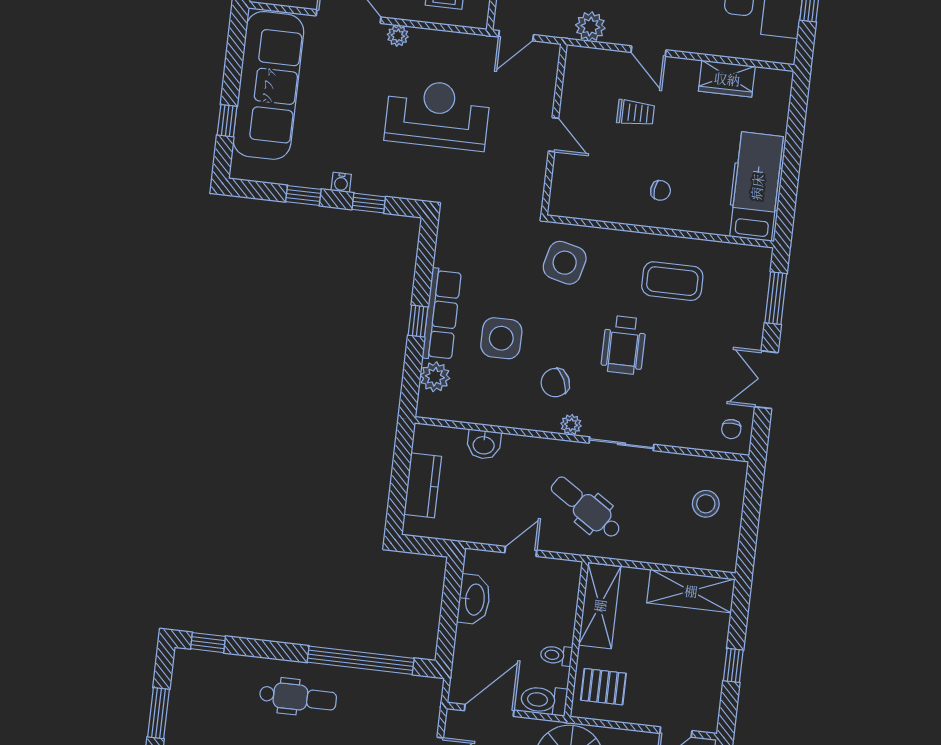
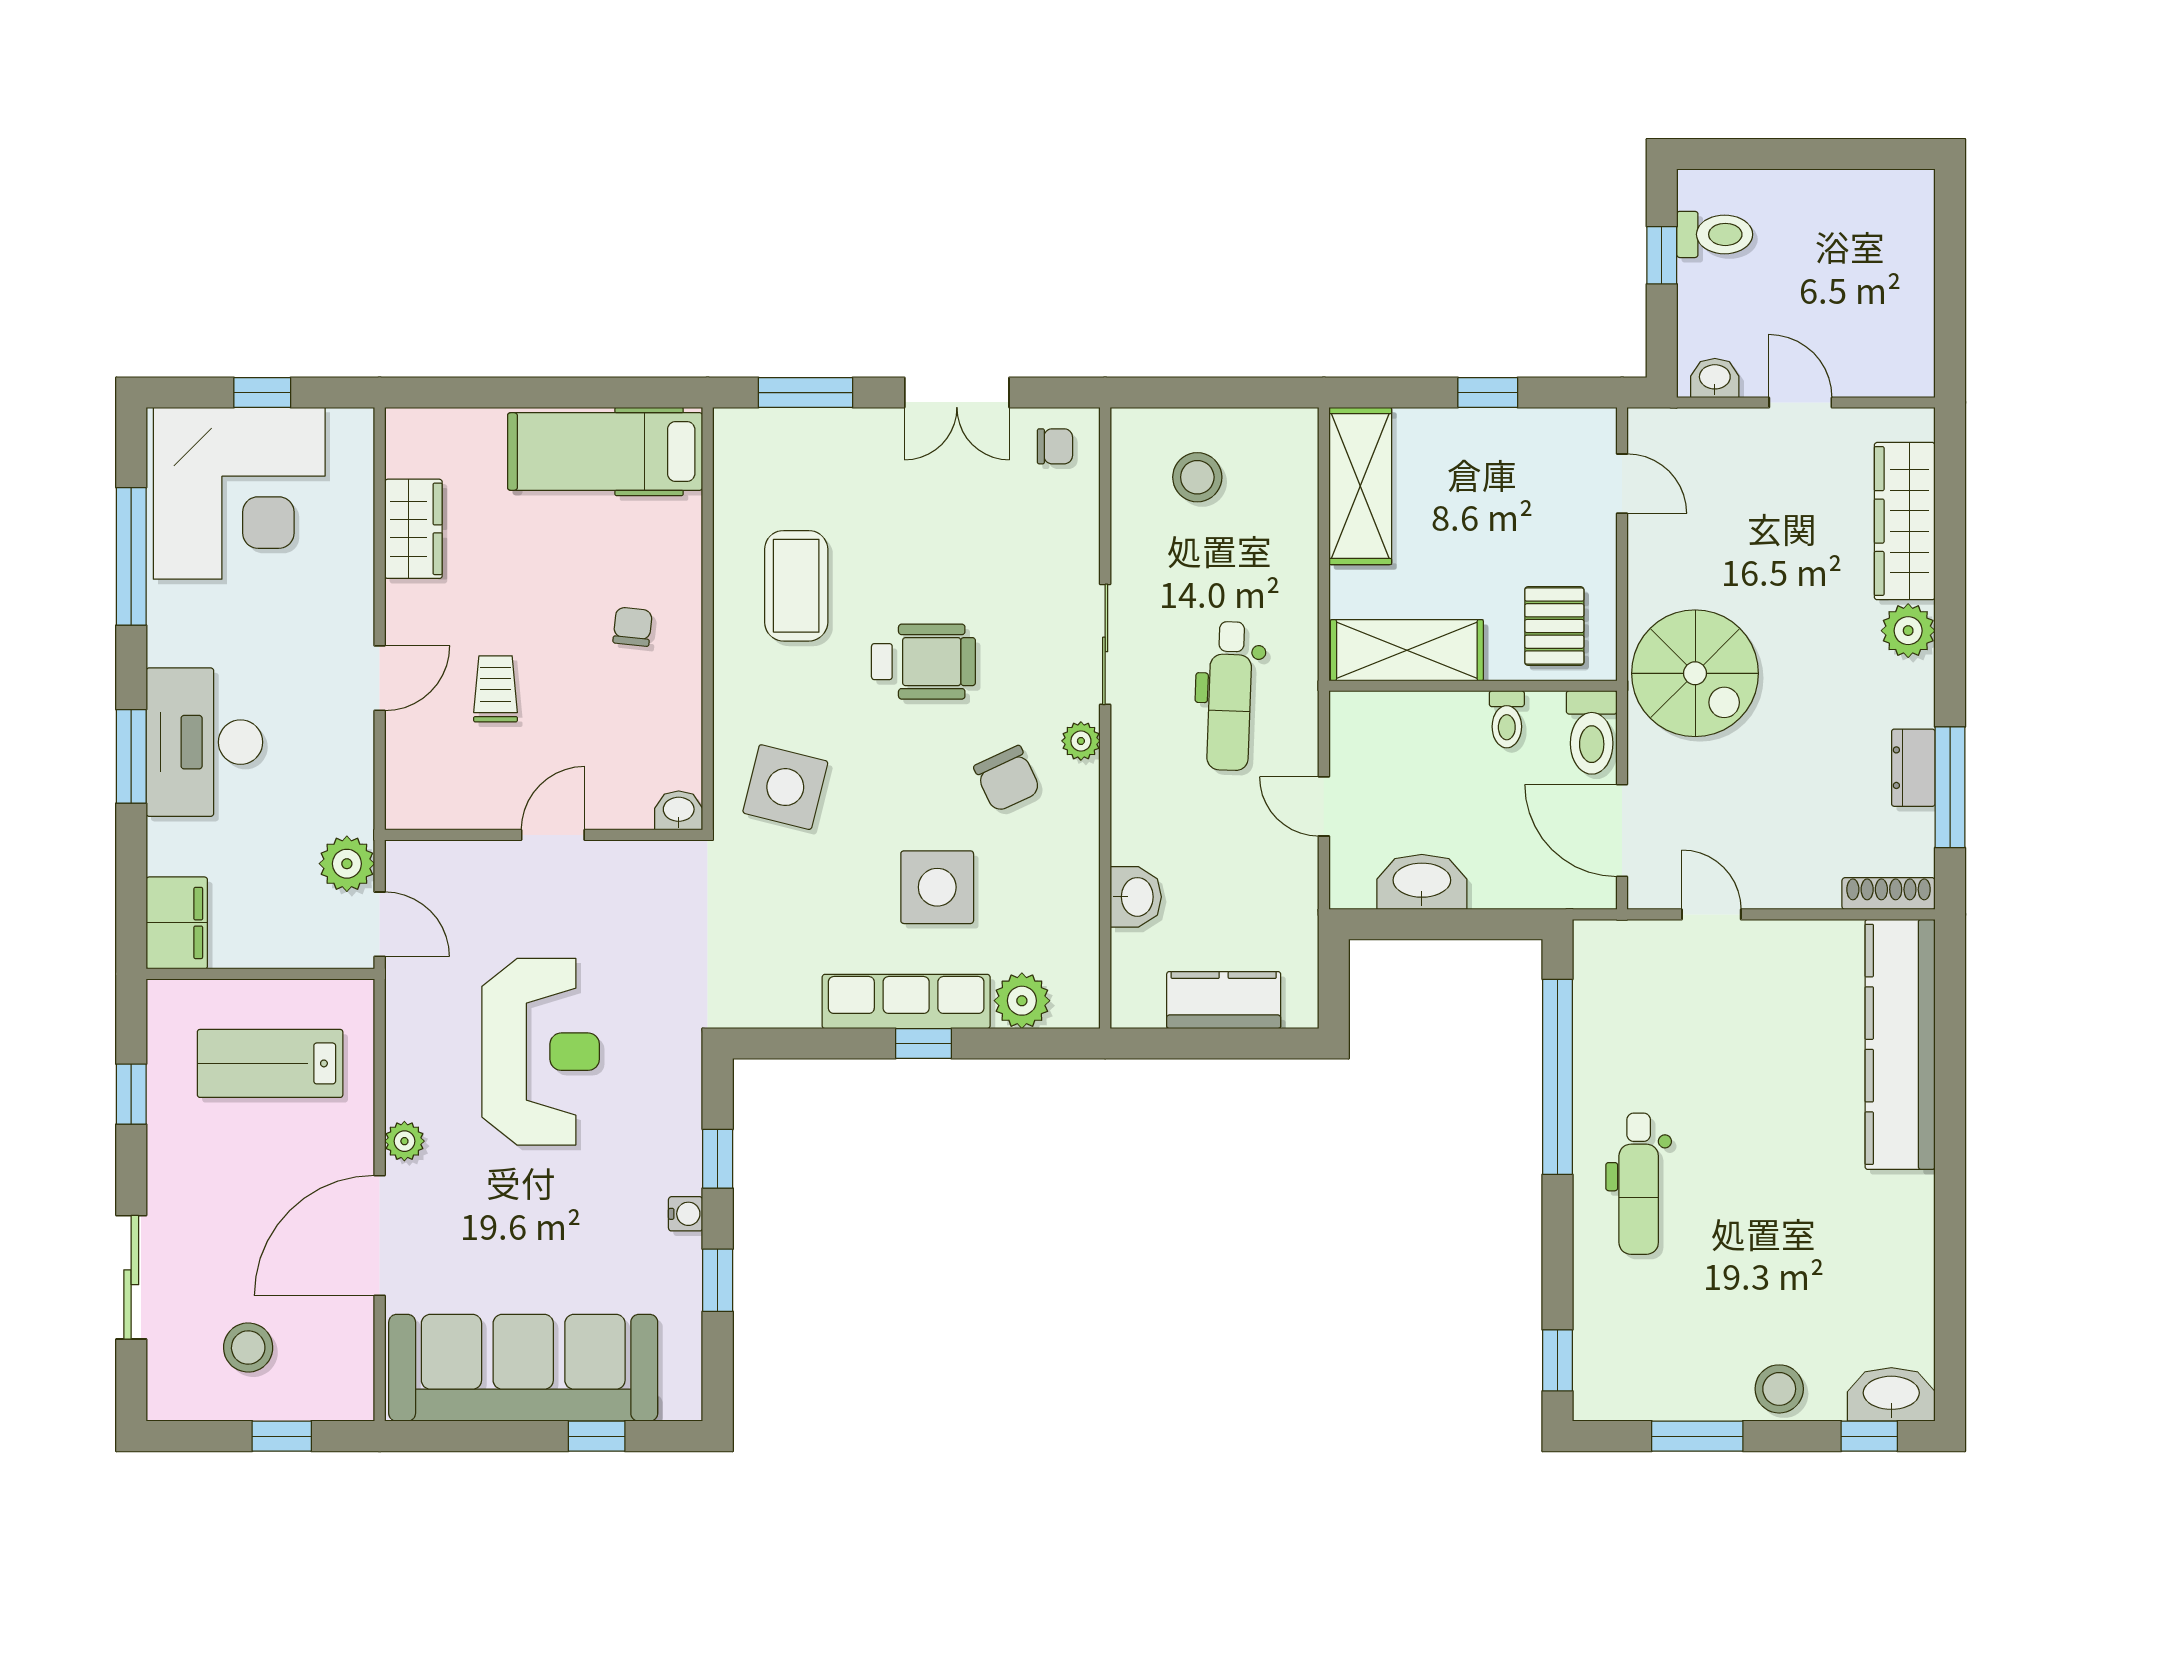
plant: (590, 27) -> (347, 864), moved
reception desk: (437, 114) -> (541, 1052), turned 180
washbasin: (559, 204) -> (679, 810), added
dental chair: (586, 508) -> (1230, 696), turned -31
dental chair: (298, 697) -> (1639, 1184), turned 180

